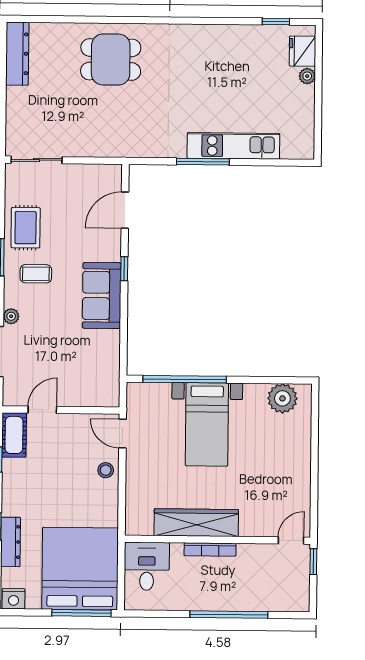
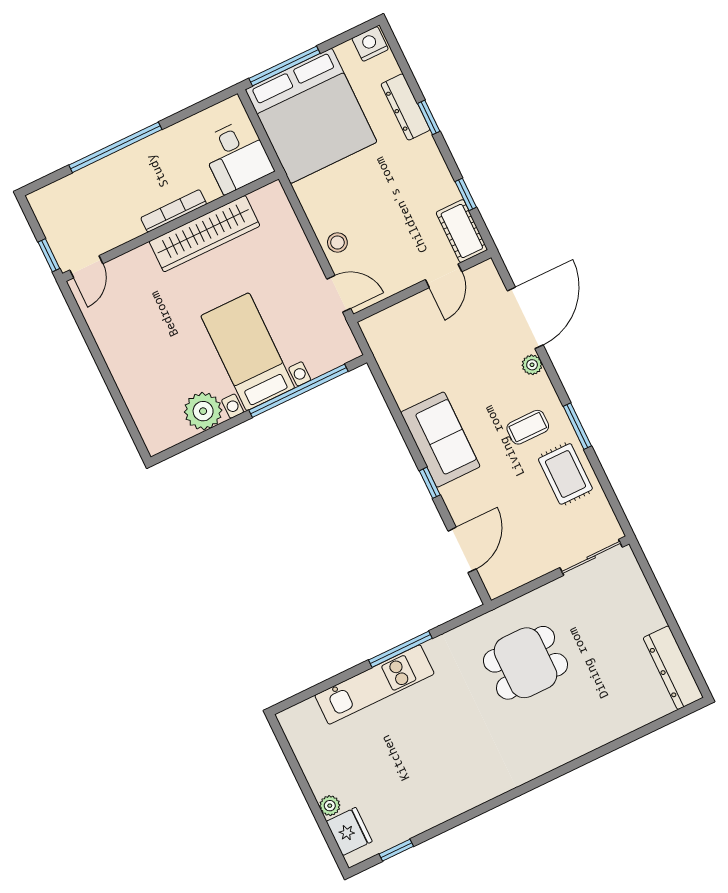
dining table: (111, 59) -> (525, 663), moved
plant: (282, 398) -> (203, 411), moved

